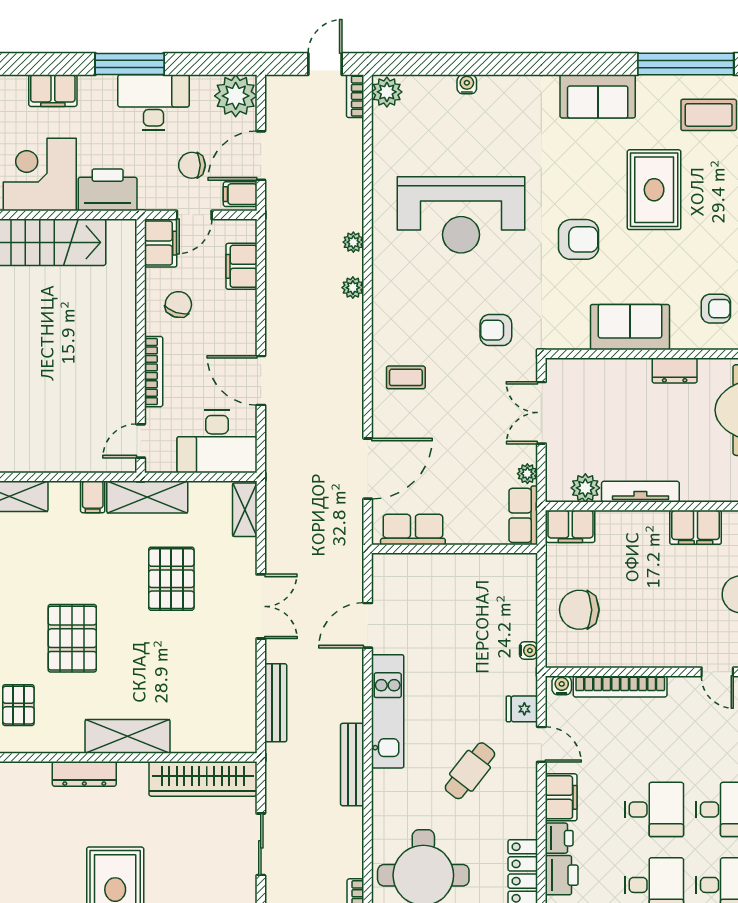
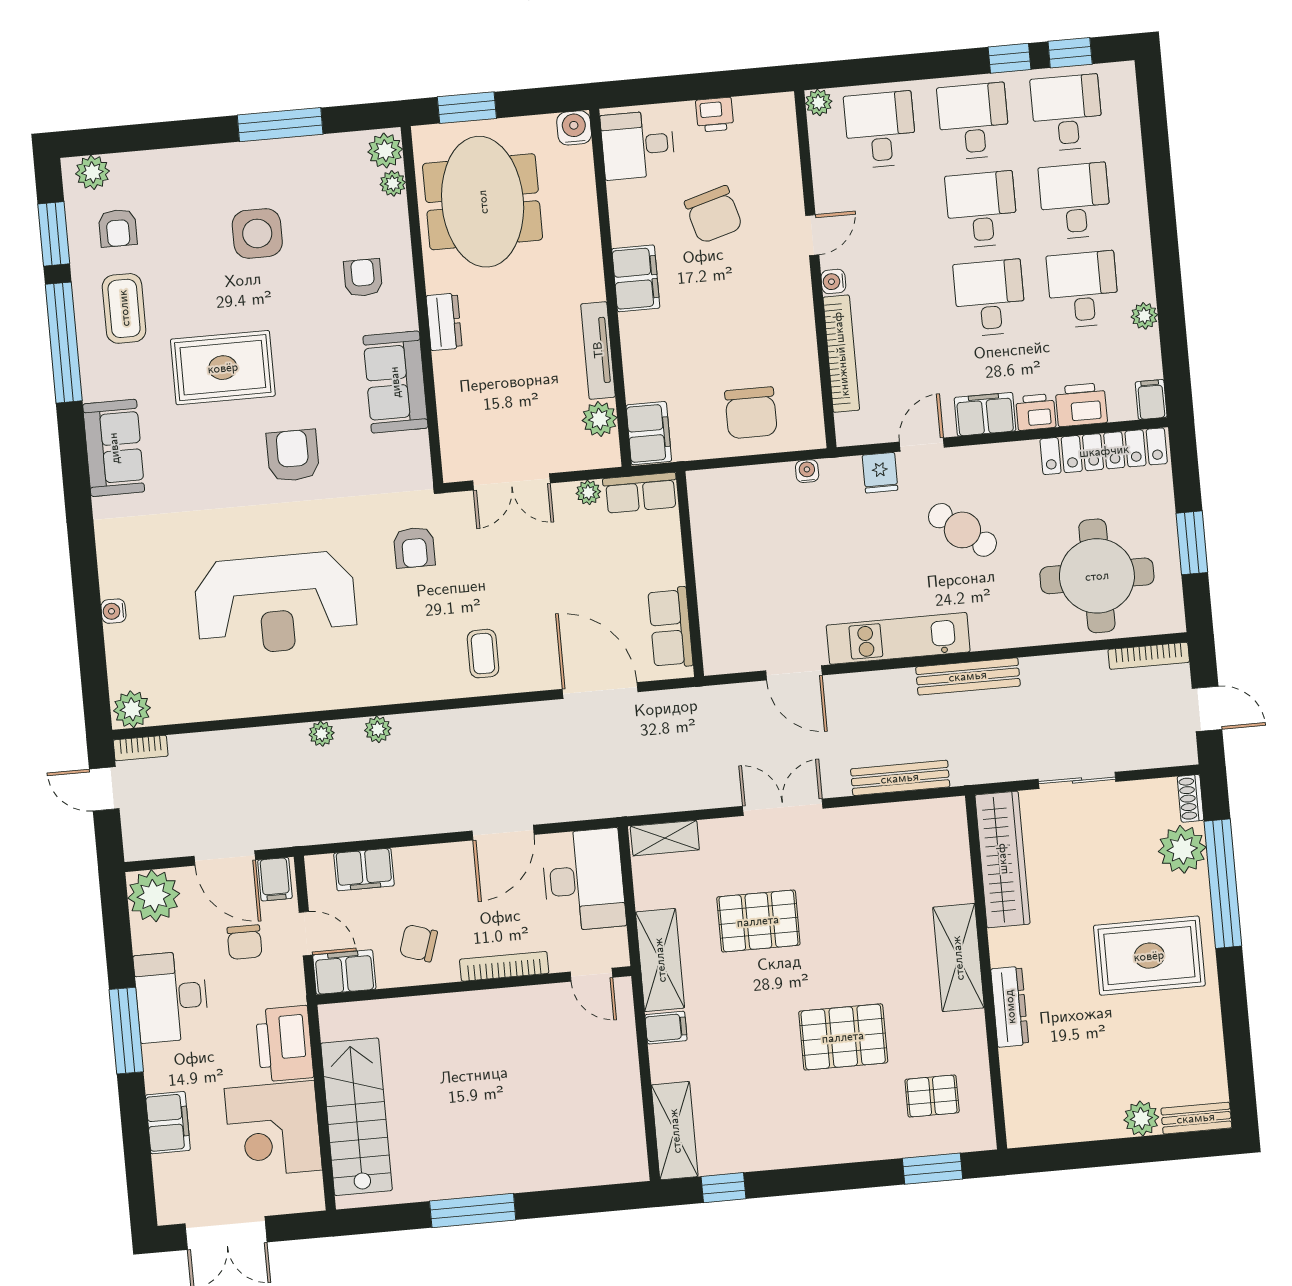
reception desk: (461, 215) -> (276, 604), turned 90
water cooler: (562, 685) -> (833, 281), moved

